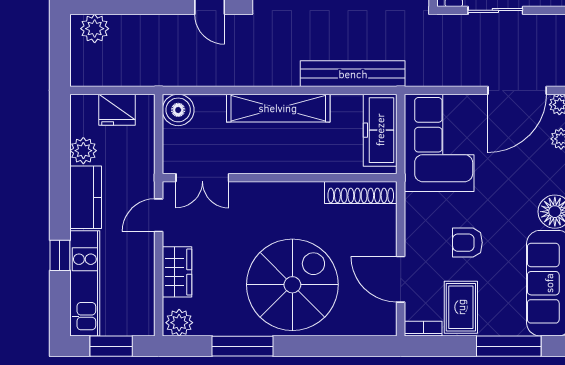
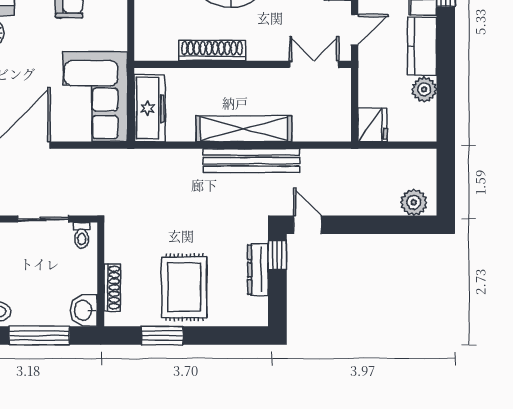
bench: (353, 74) -> (251, 161), moved
fridge: (117, 110) -> (373, 125), moved, turned 90
boiler: (178, 110) -> (336, 127), removed
shoe rack: (361, 193) -> (212, 51), moved

